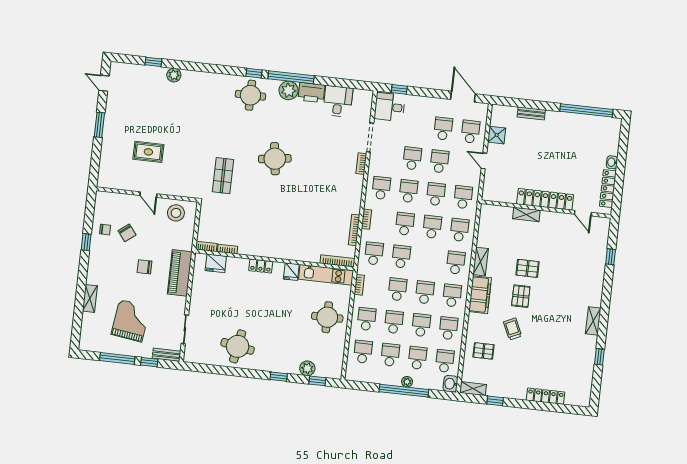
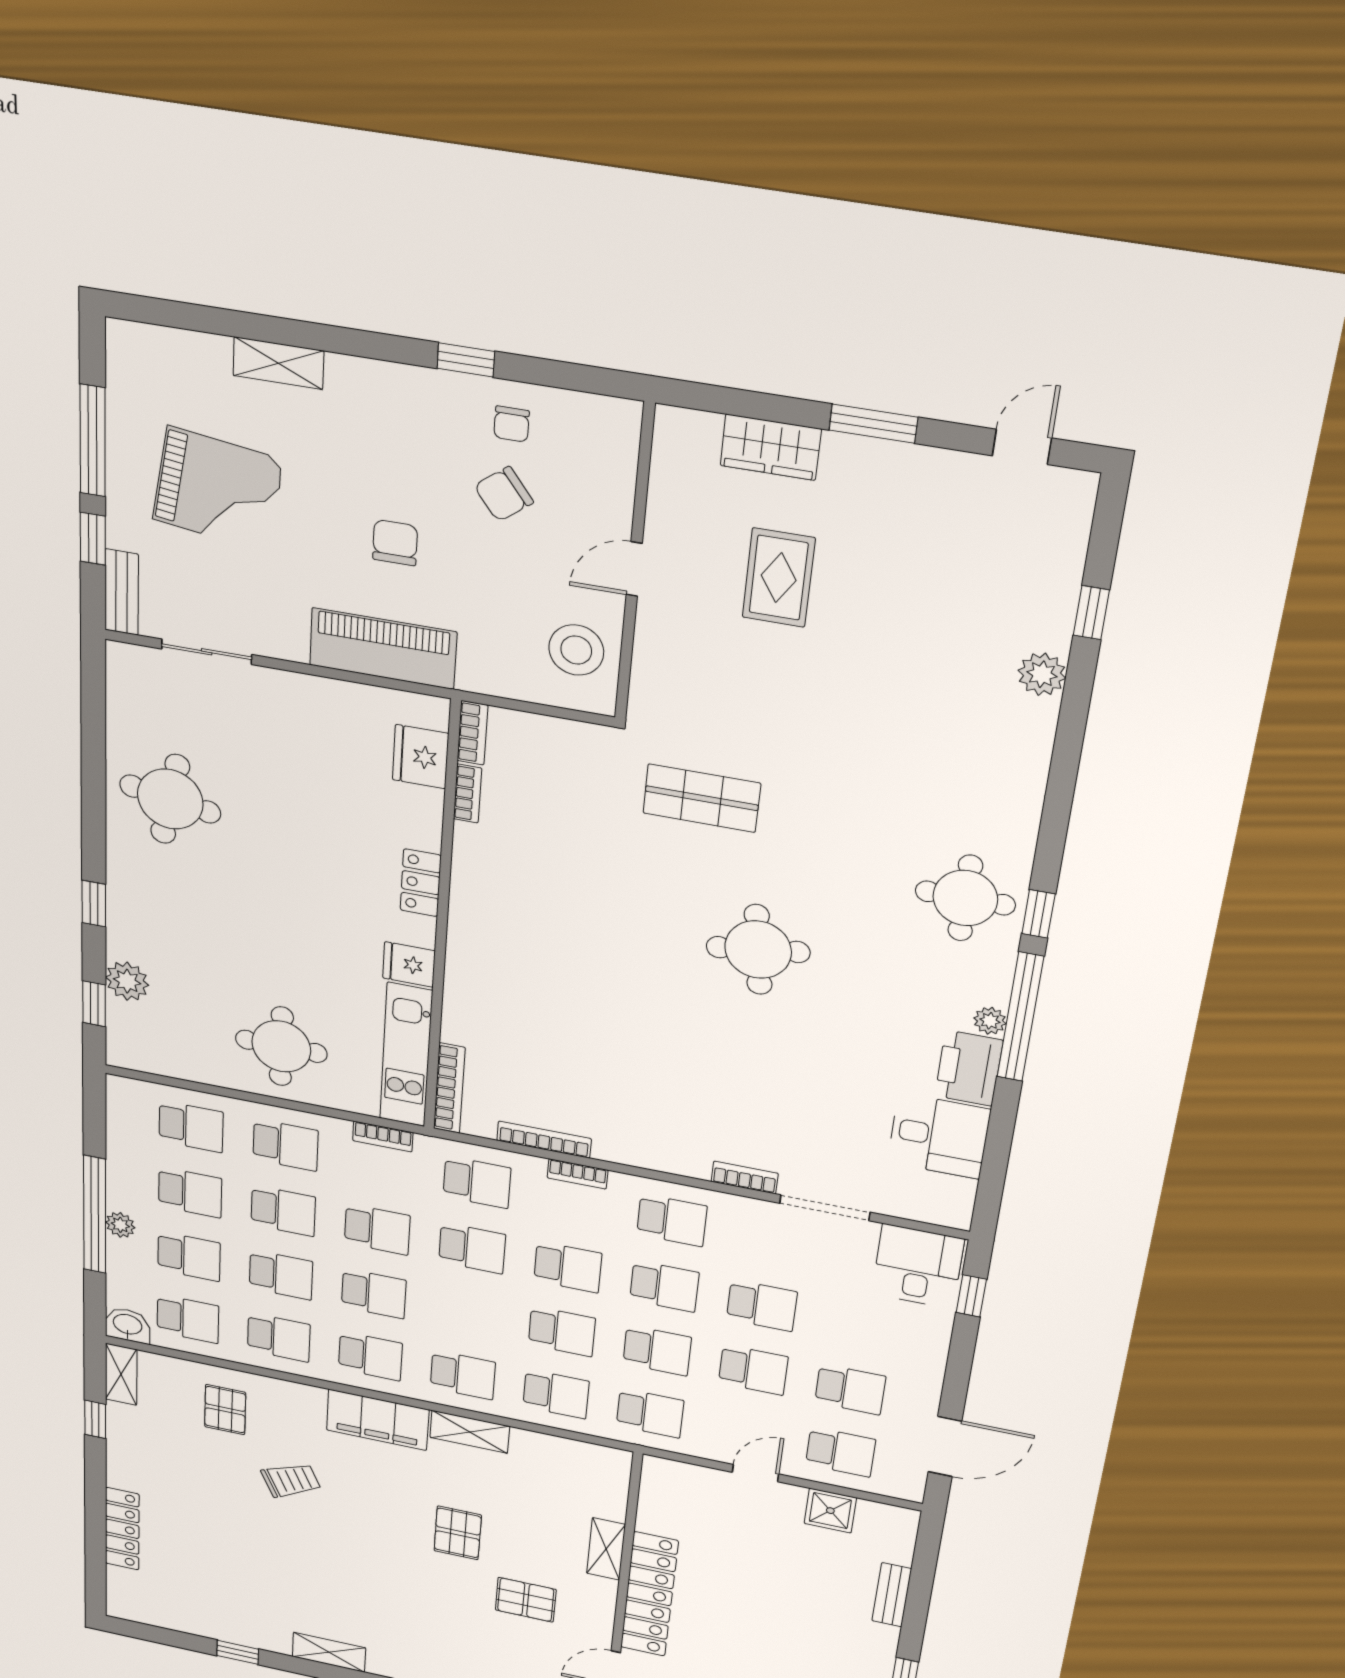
plant: (289, 90) -> (990, 1021), width x0.53, depth x0.53
wardrobe: (108, 154) -> (771, 447), added
pallet: (521, 296) -> (526, 1600), moved

